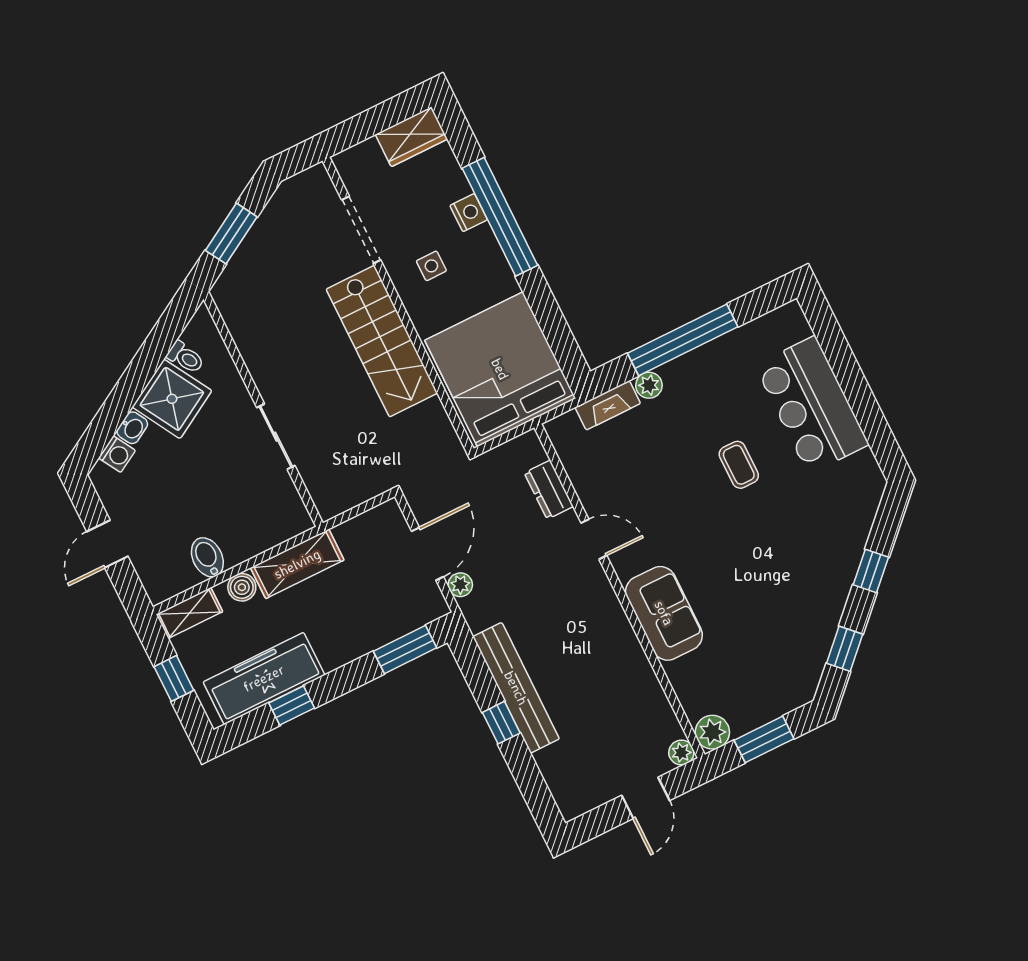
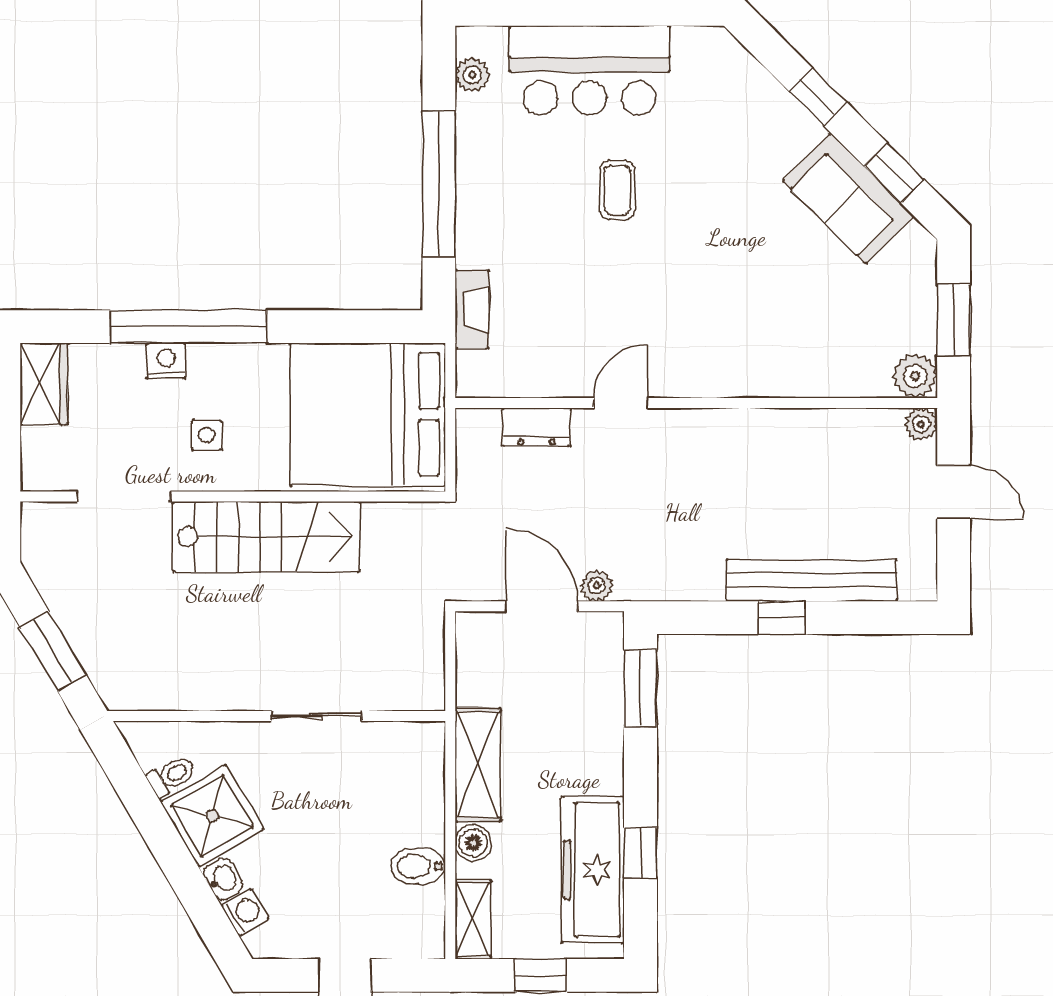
plant: (649, 385) -> (472, 75), moved
coffee table: (739, 465) -> (617, 190), turned 90
sofa: (664, 613) -> (848, 198), moved, turned -135
bench: (516, 688) -> (812, 580), moved

